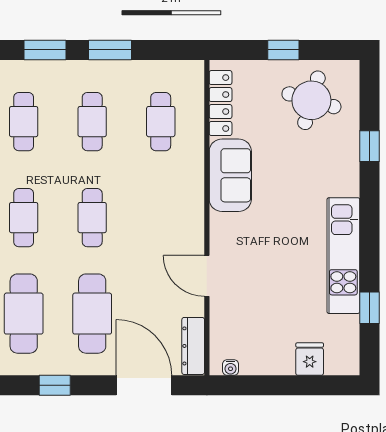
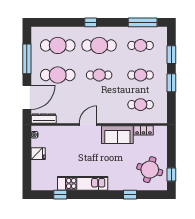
window: (283, 50) -> (171, 174), moved
locker: (221, 103) -> (143, 130), width x0.66
cafe table: (24, 218) -> (99, 45), width x1.37, depth x1.35
door: (207, 276) -> (88, 124), moved
fridge: (310, 359) -> (38, 154), moved
window: (55, 385) -> (27, 59), width x2.17

